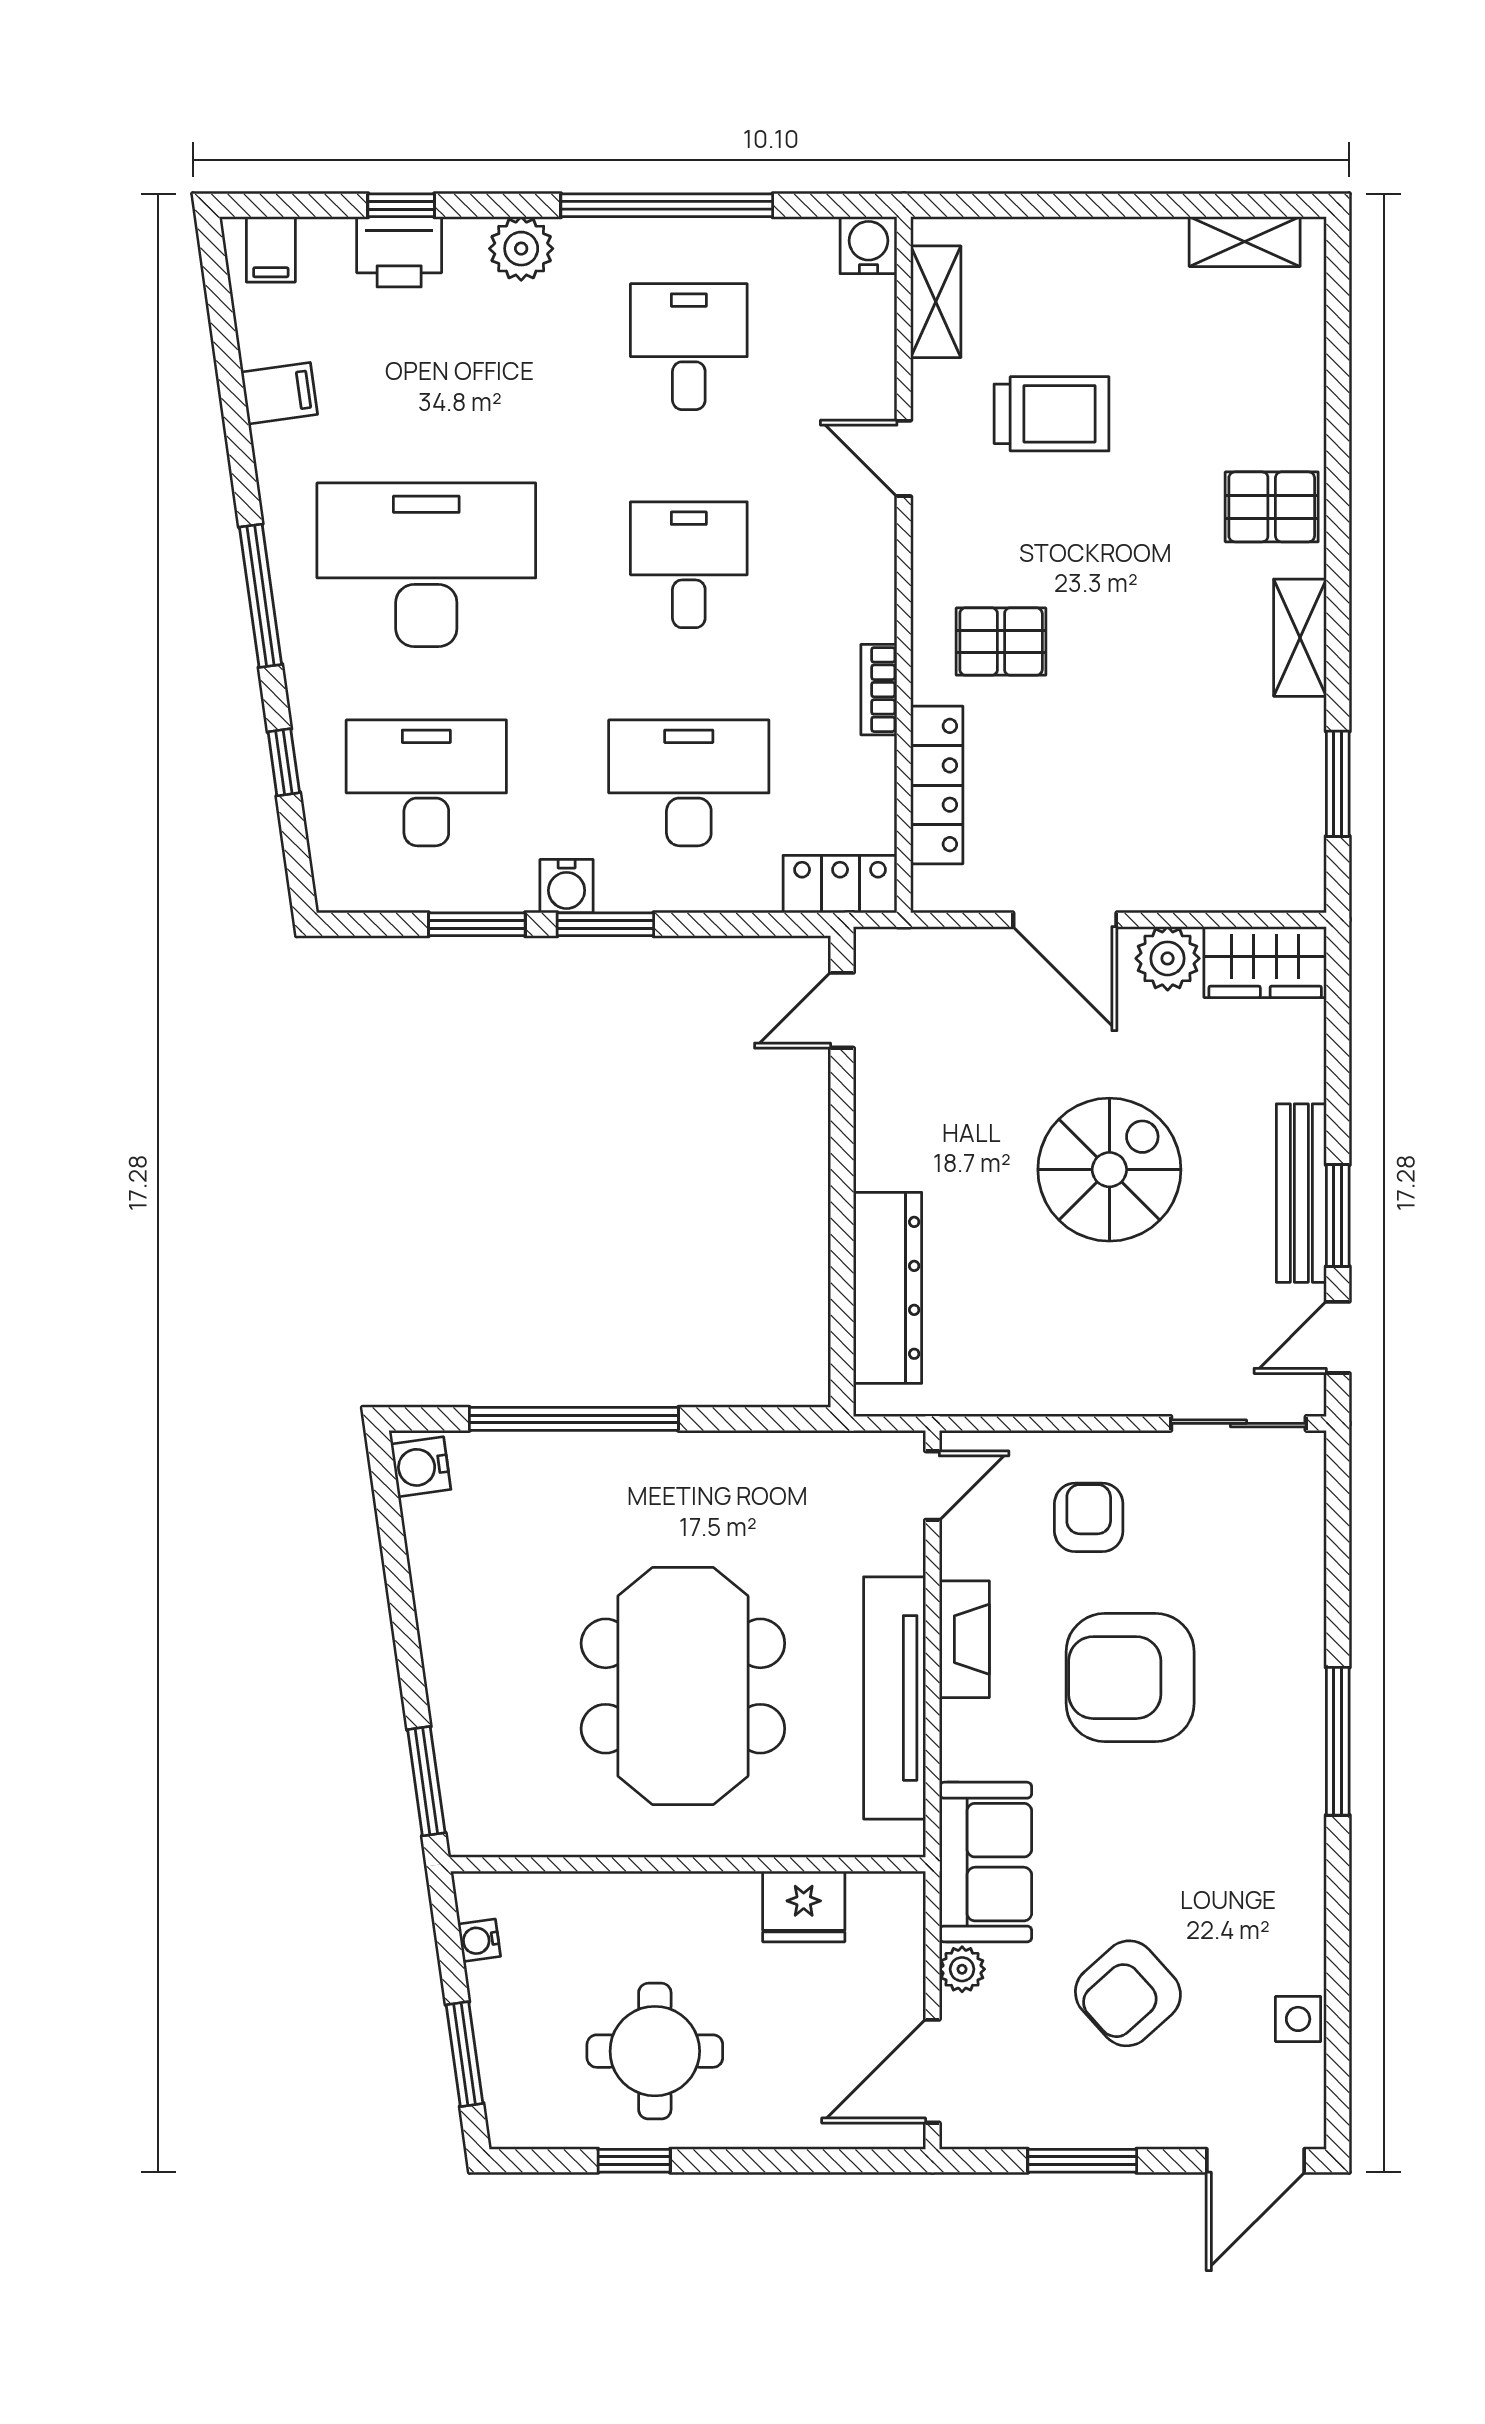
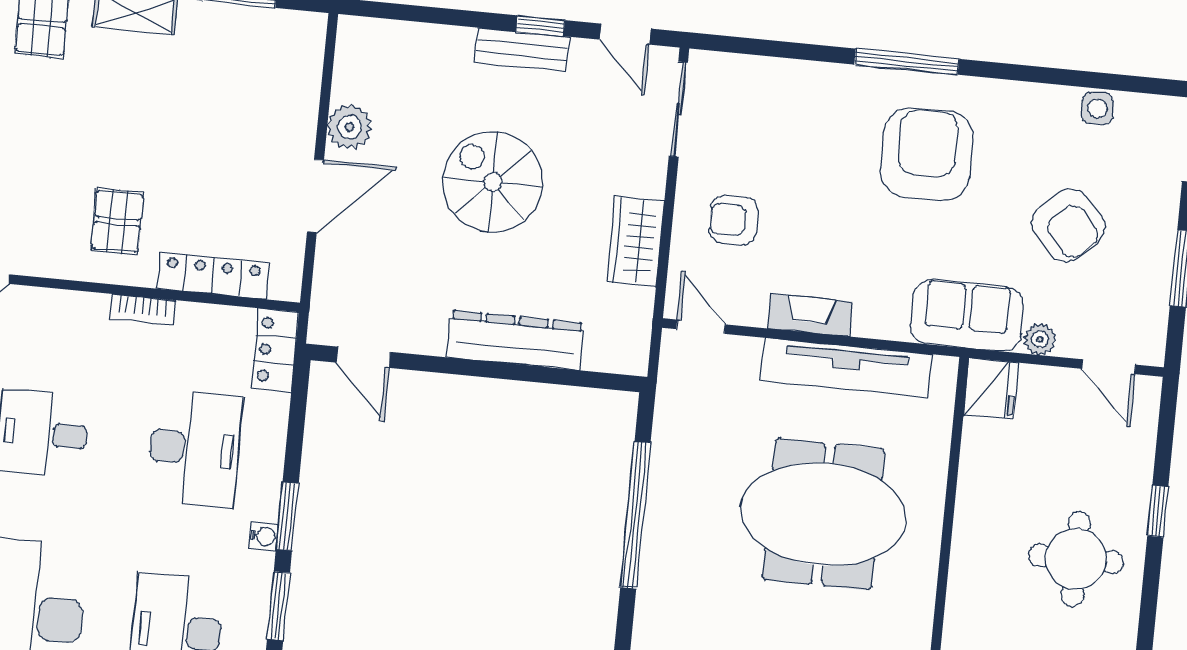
desk: (689, 783) -> (194, 449), turned 180
water cooler: (567, 886) -> (264, 536), width x0.72, depth x0.72
wardrobe: (1265, 962) -> (636, 242), moved, turned 180
bench: (1301, 1193) -> (522, 50), width x0.73
window: (1338, 1216) -> (540, 26), width x0.67
dresser: (888, 1288) -> (515, 340), moved
window: (574, 1419) -> (635, 515), moved
armchair: (1130, 1678) -> (927, 154), moved, turned 180
fridge: (804, 1906) -> (991, 389), moved
door: (932, 2071) -> (1109, 367), width x0.73
window: (634, 2161) -> (1158, 511), moved

